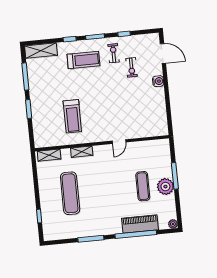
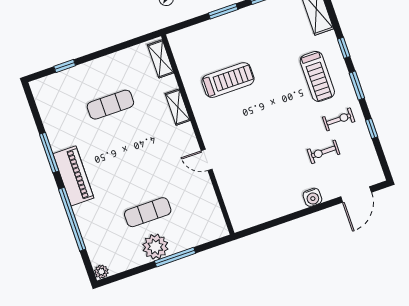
treadmill: (72, 116) -> (228, 80), turned 180
exercise mat: (70, 193) -> (110, 105), width x0.73, depth x0.69
piano: (140, 224) -> (73, 176), moved

